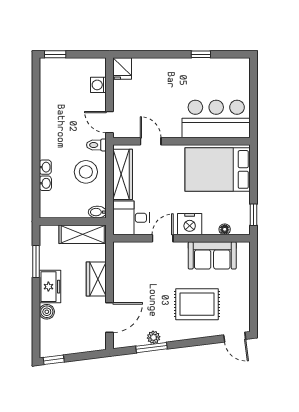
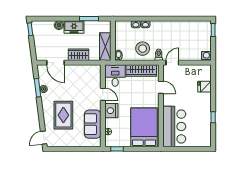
fridge: (122, 68) -> (204, 87), moved
washing machine: (98, 85) -> (206, 56), moved
door: (151, 141) -> (161, 87), hinge flipped

